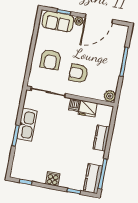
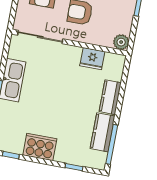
dishwasher: (74, 105) -> (75, 54), removed
kitchen counter: (93, 178) -> (103, 132), moved
cooker: (53, 179) -> (40, 147), width x1.87, depth x1.31

